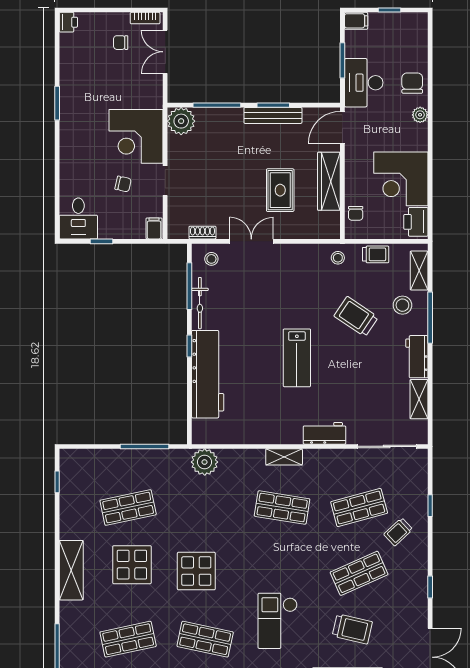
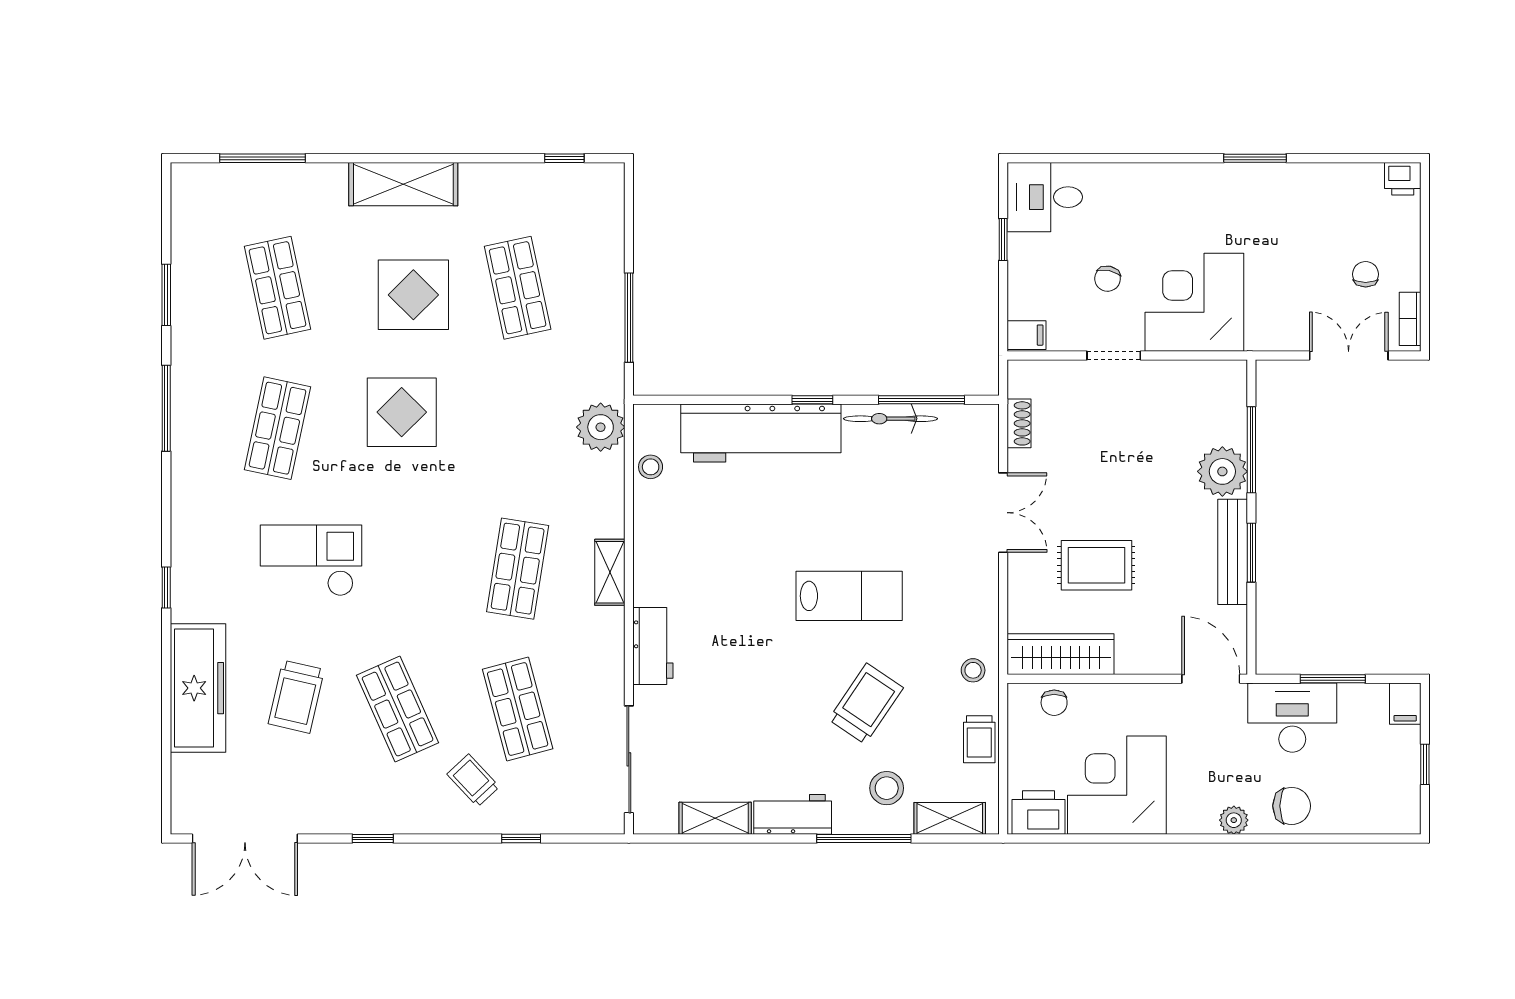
plant: (181, 121) -> (1222, 471), moved
wardrobe: (329, 181) -> (1061, 654), moved
chair: (356, 213) -> (1054, 703), turned -90
stool: (211, 259) -> (651, 467), moved
lab bench: (297, 358) -> (849, 596), moved, turned 180

